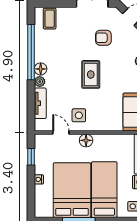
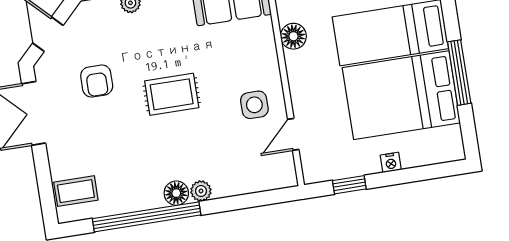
tv unit: (40, 103) -> (243, 183), removed
floor lamp: (86, 140) -> (293, 36), moved

